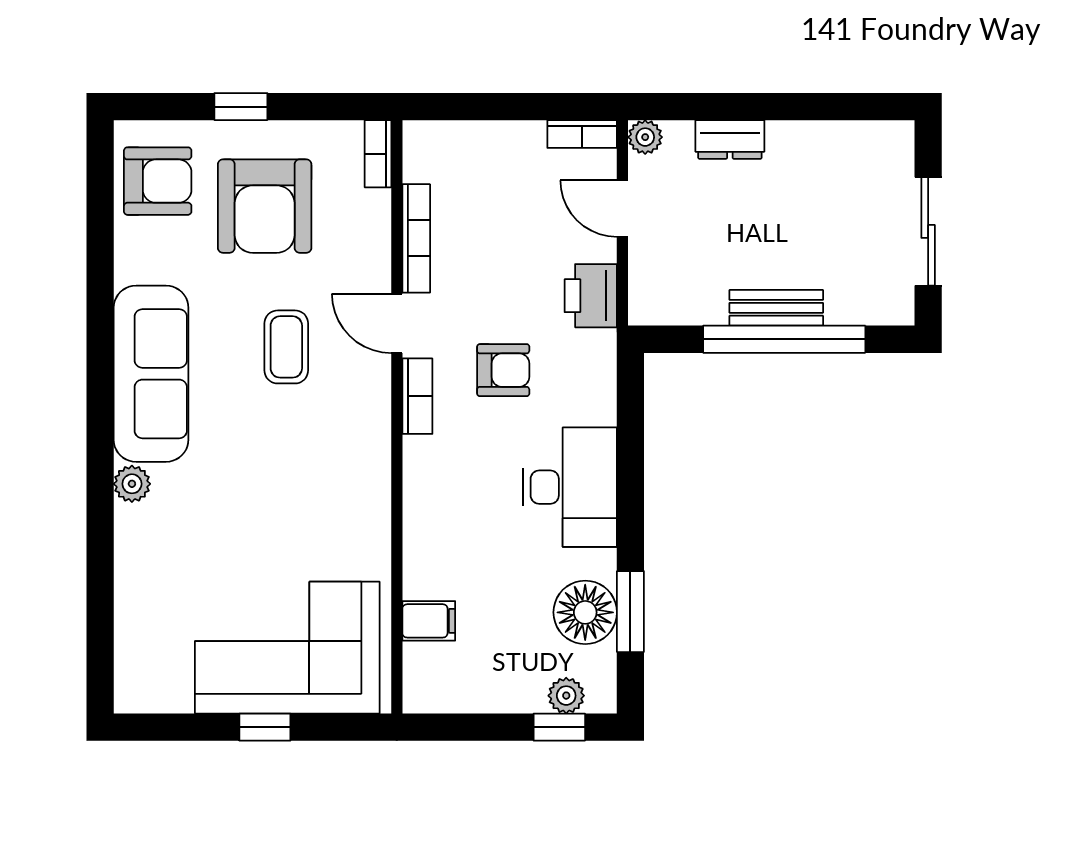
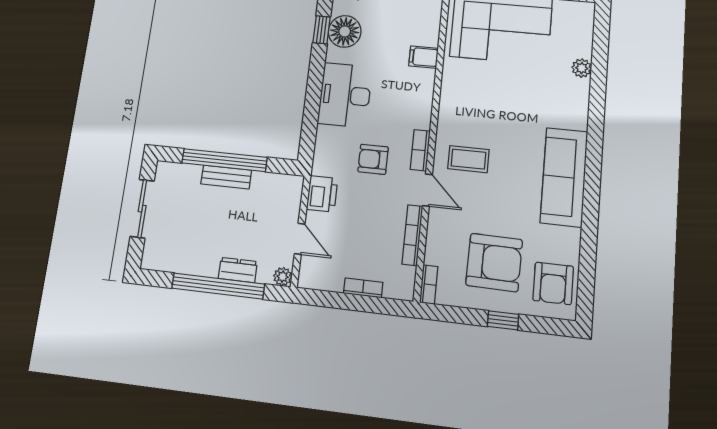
window: (762, 107) -> (218, 286), added
bookcase: (582, 134) -> (363, 288), moved
armchair: (158, 181) -> (553, 283), turned -90
armchair: (265, 206) -> (494, 262), turned 91
coffee table: (286, 347) -> (468, 159), moved, turned 90
plant: (132, 484) -> (582, 68), moved
window: (630, 612) -> (322, 30), width x0.67
filing cabinet: (429, 621) -> (423, 57), moved

